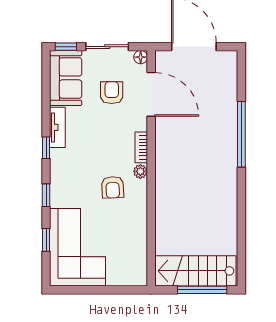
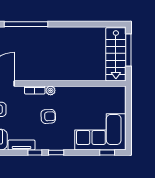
armchair: (113, 187) -> (48, 116), moved
window: (46, 195) -> (56, 152), moved
window: (46, 240) -> (107, 152), moved

